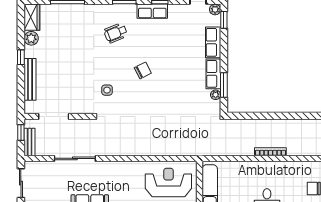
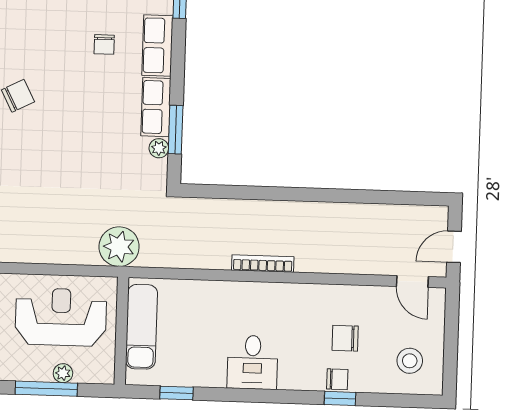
chair: (186, 43) -> (104, 44), added
plant: (197, 146) -> (119, 247), added

